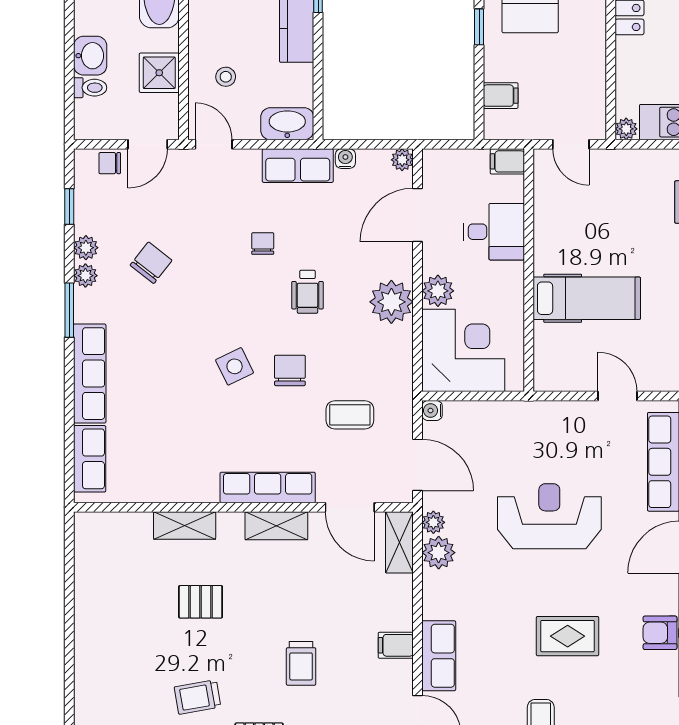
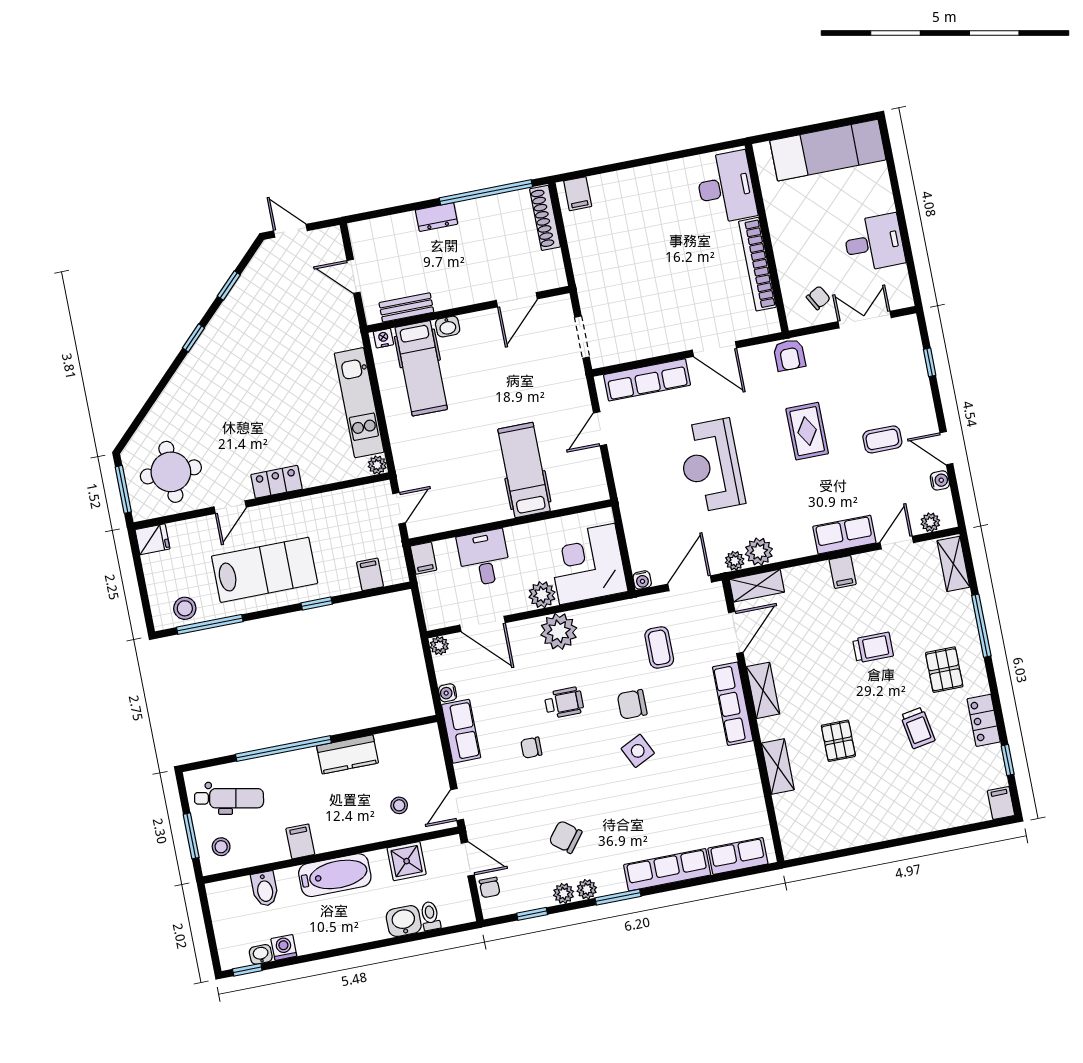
washbasin: (287, 124) -> (428, 747), removed

